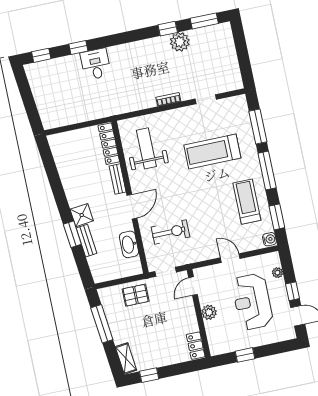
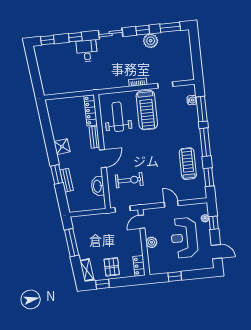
sliding door: (125, 38) -> (111, 33), added
treadmill: (212, 151) -> (147, 110), moved, turned -90
shower: (82, 215) -> (62, 147), moved
water cooler: (269, 239) -> (192, 100), moved
window: (293, 291) -> (214, 223), moved
pallet: (136, 295) -> (112, 267), moved, turned 90

